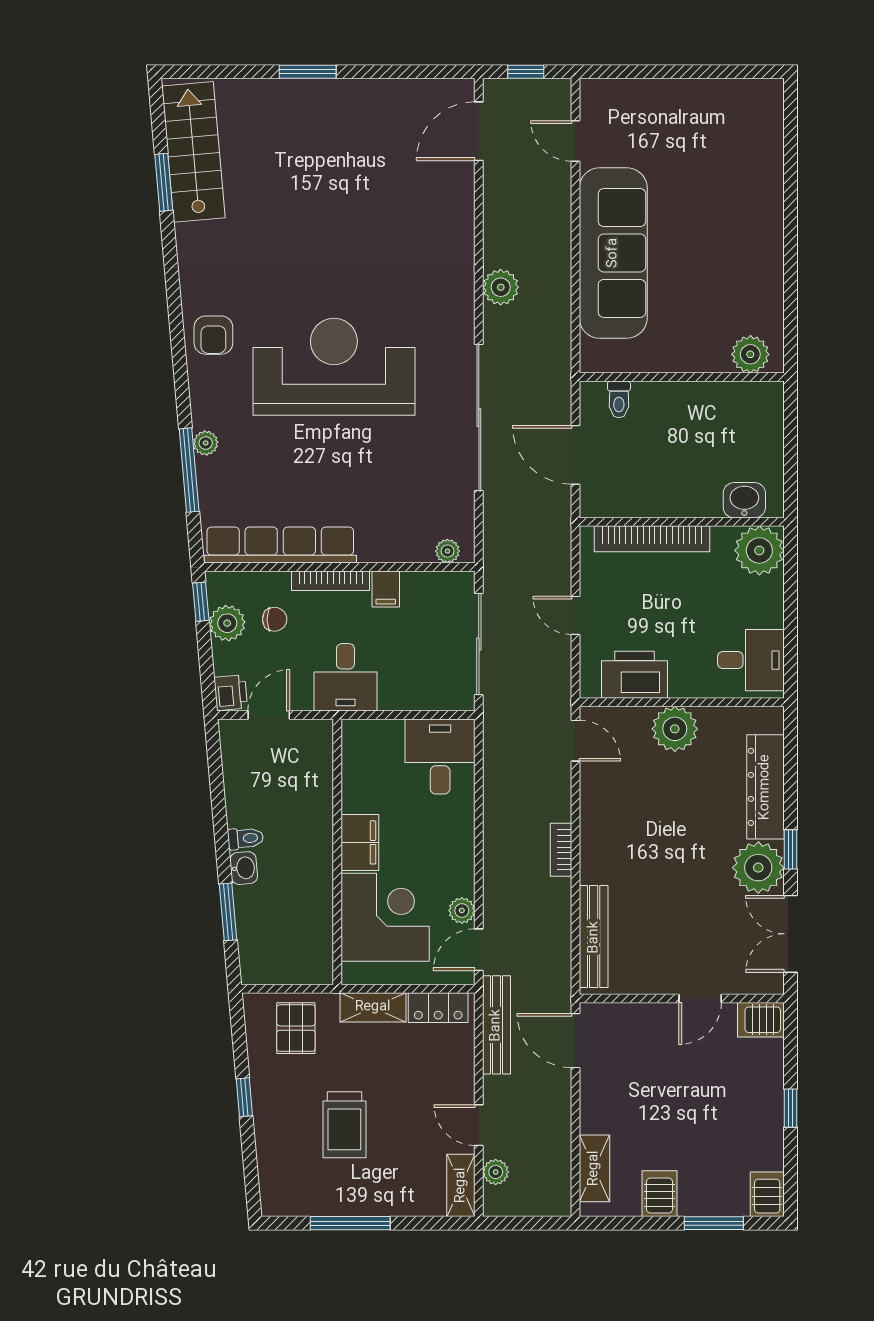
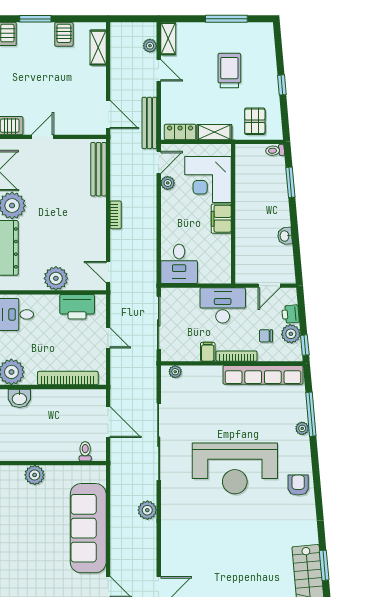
plant: (750, 354) -> (35, 475), moved
desk: (345, 677) -> (223, 305), width x1.37
printer: (231, 693) -> (291, 314), moved
toilet: (246, 838) -> (275, 150), moved
washbasin: (244, 868) -> (285, 236), moved

